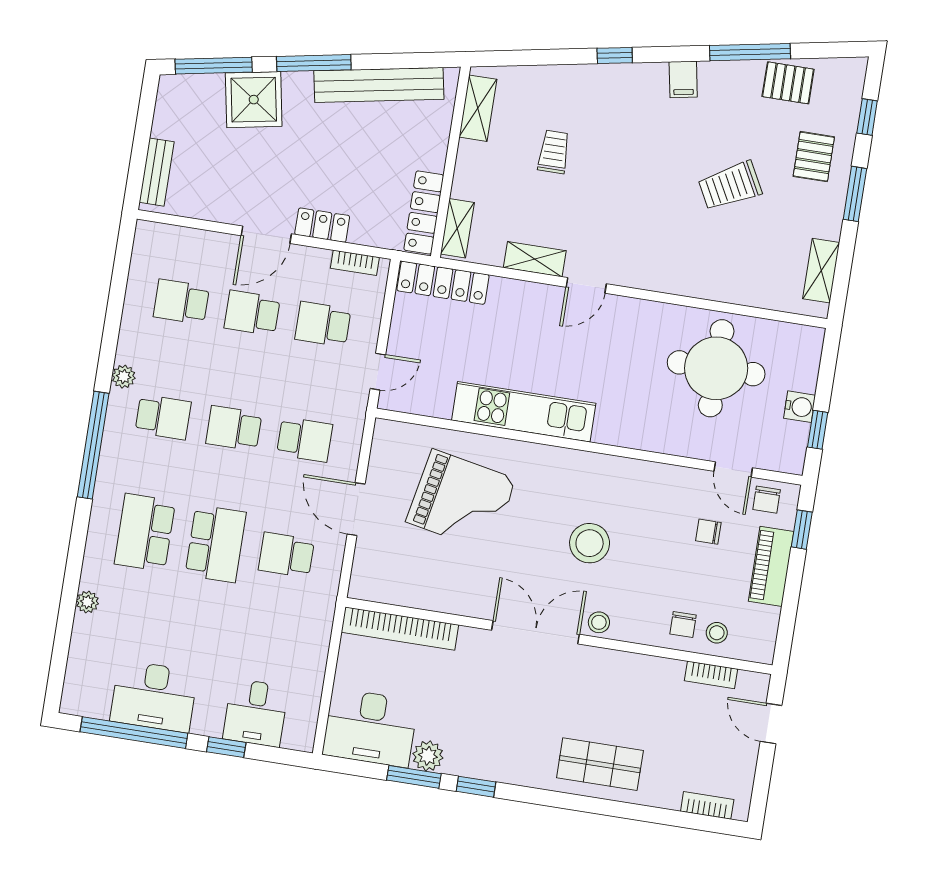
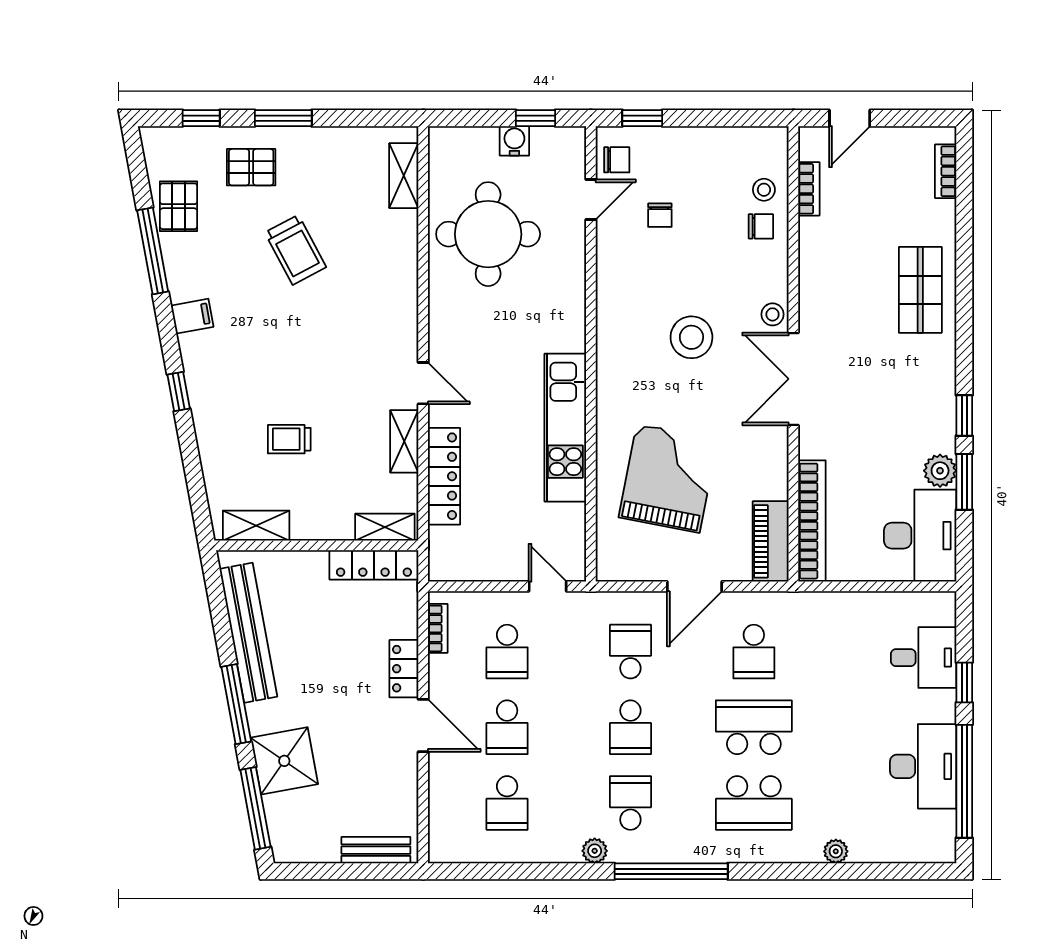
shelving: (821, 271) -> (404, 176), moved, turned 90
locker: (443, 283) -> (444, 476), moved
piano: (771, 566) -> (771, 541), moved, turned 90

